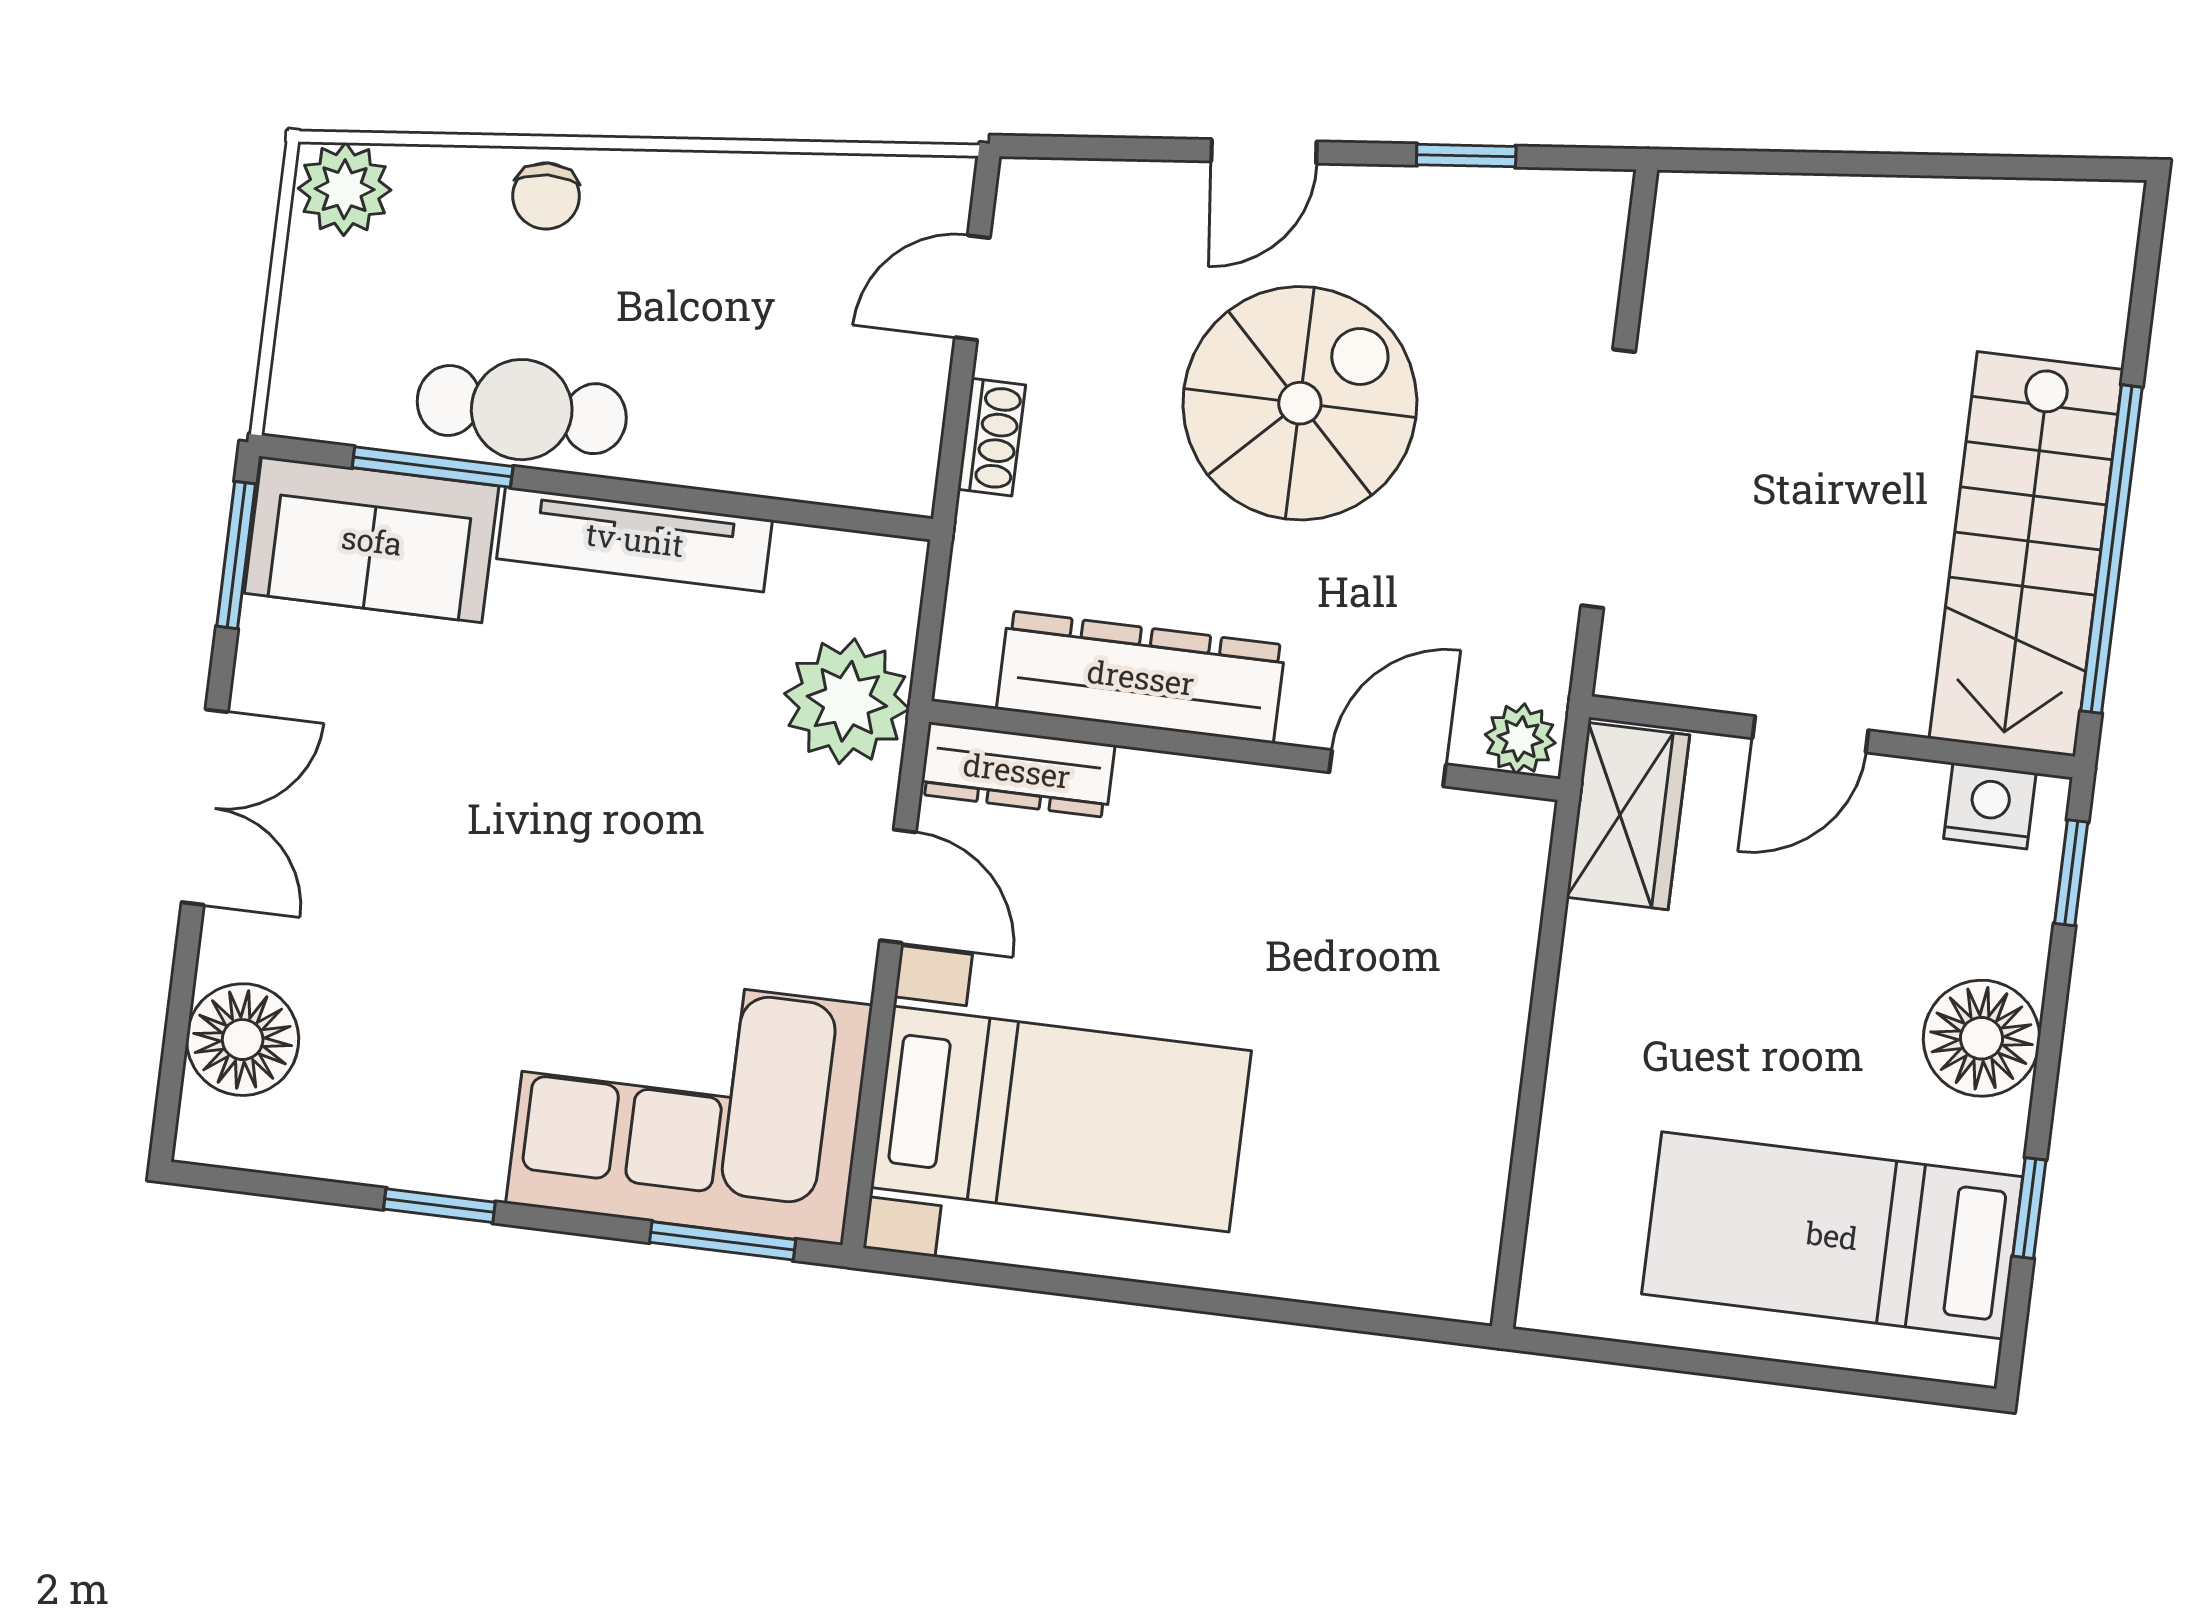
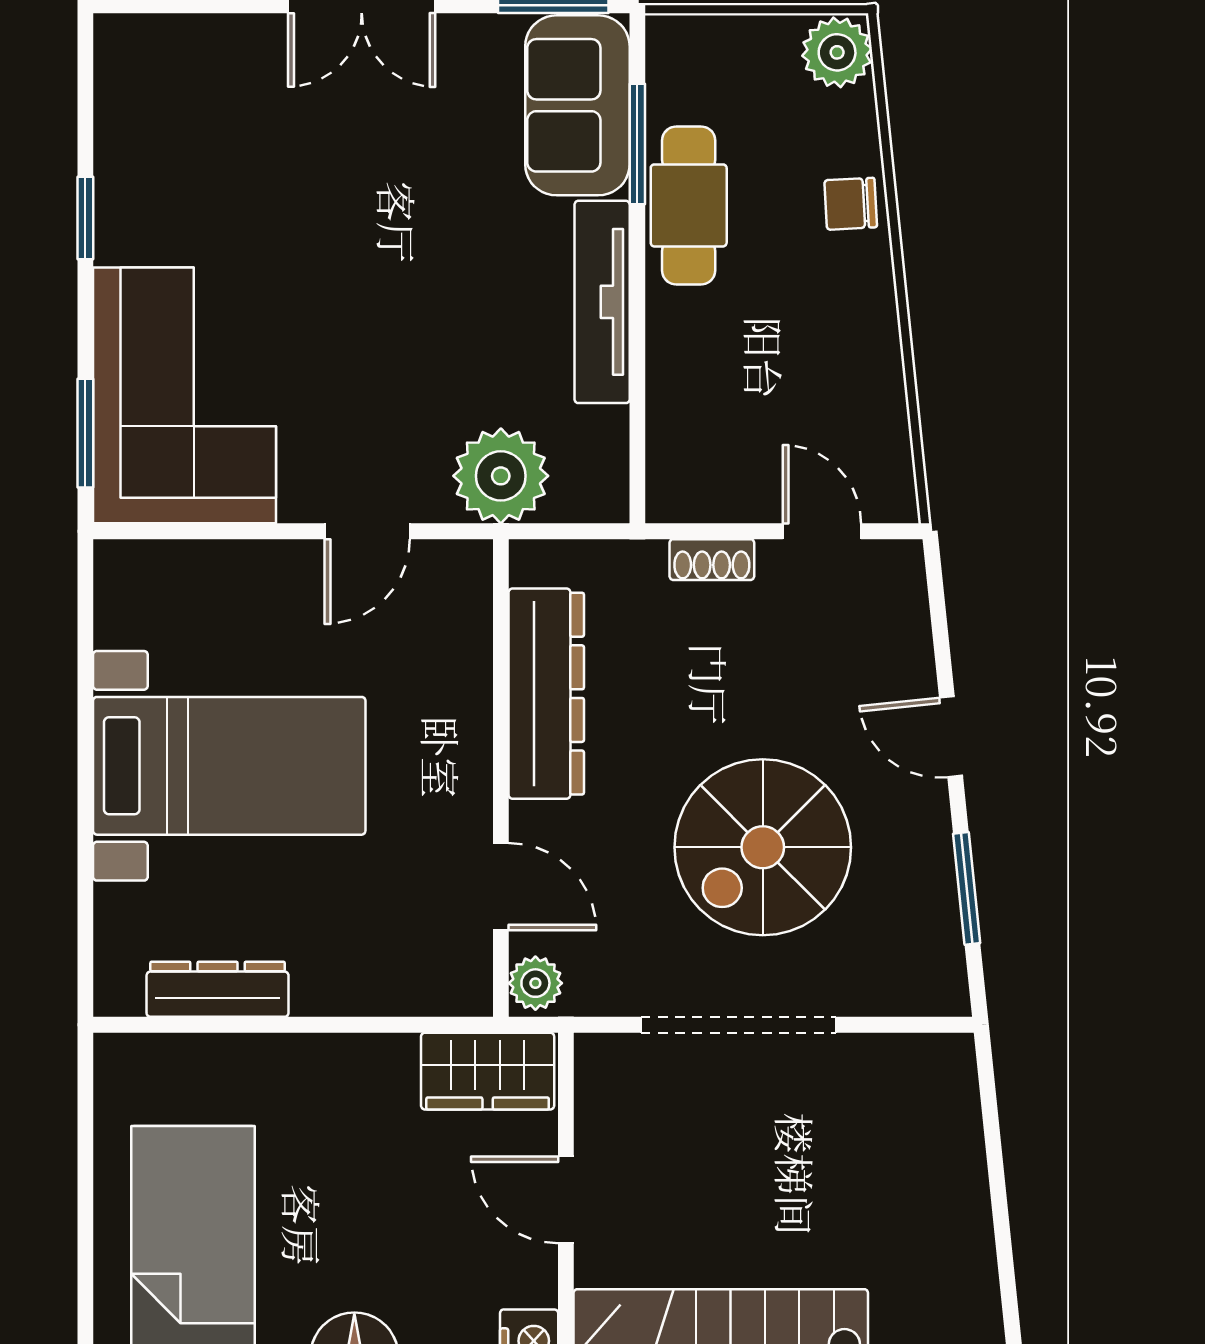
window: (1466, 156) -> (967, 888), width x1.50
spiral stairs: (1300, 403) -> (763, 847), moved, turned 90
dresser: (1017, 770) -> (218, 989), moved, turned 90
floor lamp: (243, 1040) -> (191, 55), removed
bed with nightstands: (1061, 1119) -> (229, 766), moved, turned -90

